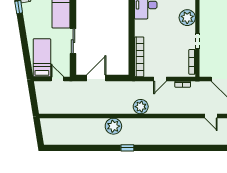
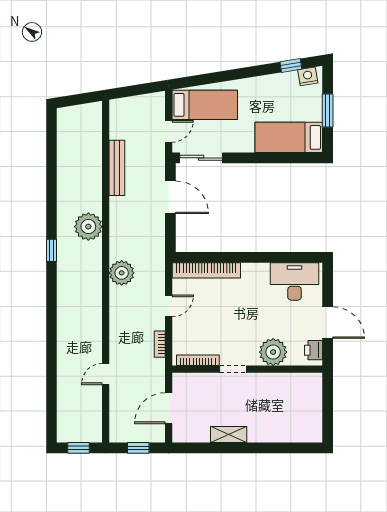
sliding door: (73, 41) -> (201, 158), moved
door: (160, 79) -> (169, 306), swing flipped
bench: (79, 109) -> (117, 168), added
door: (211, 116) -> (106, 374), moved

